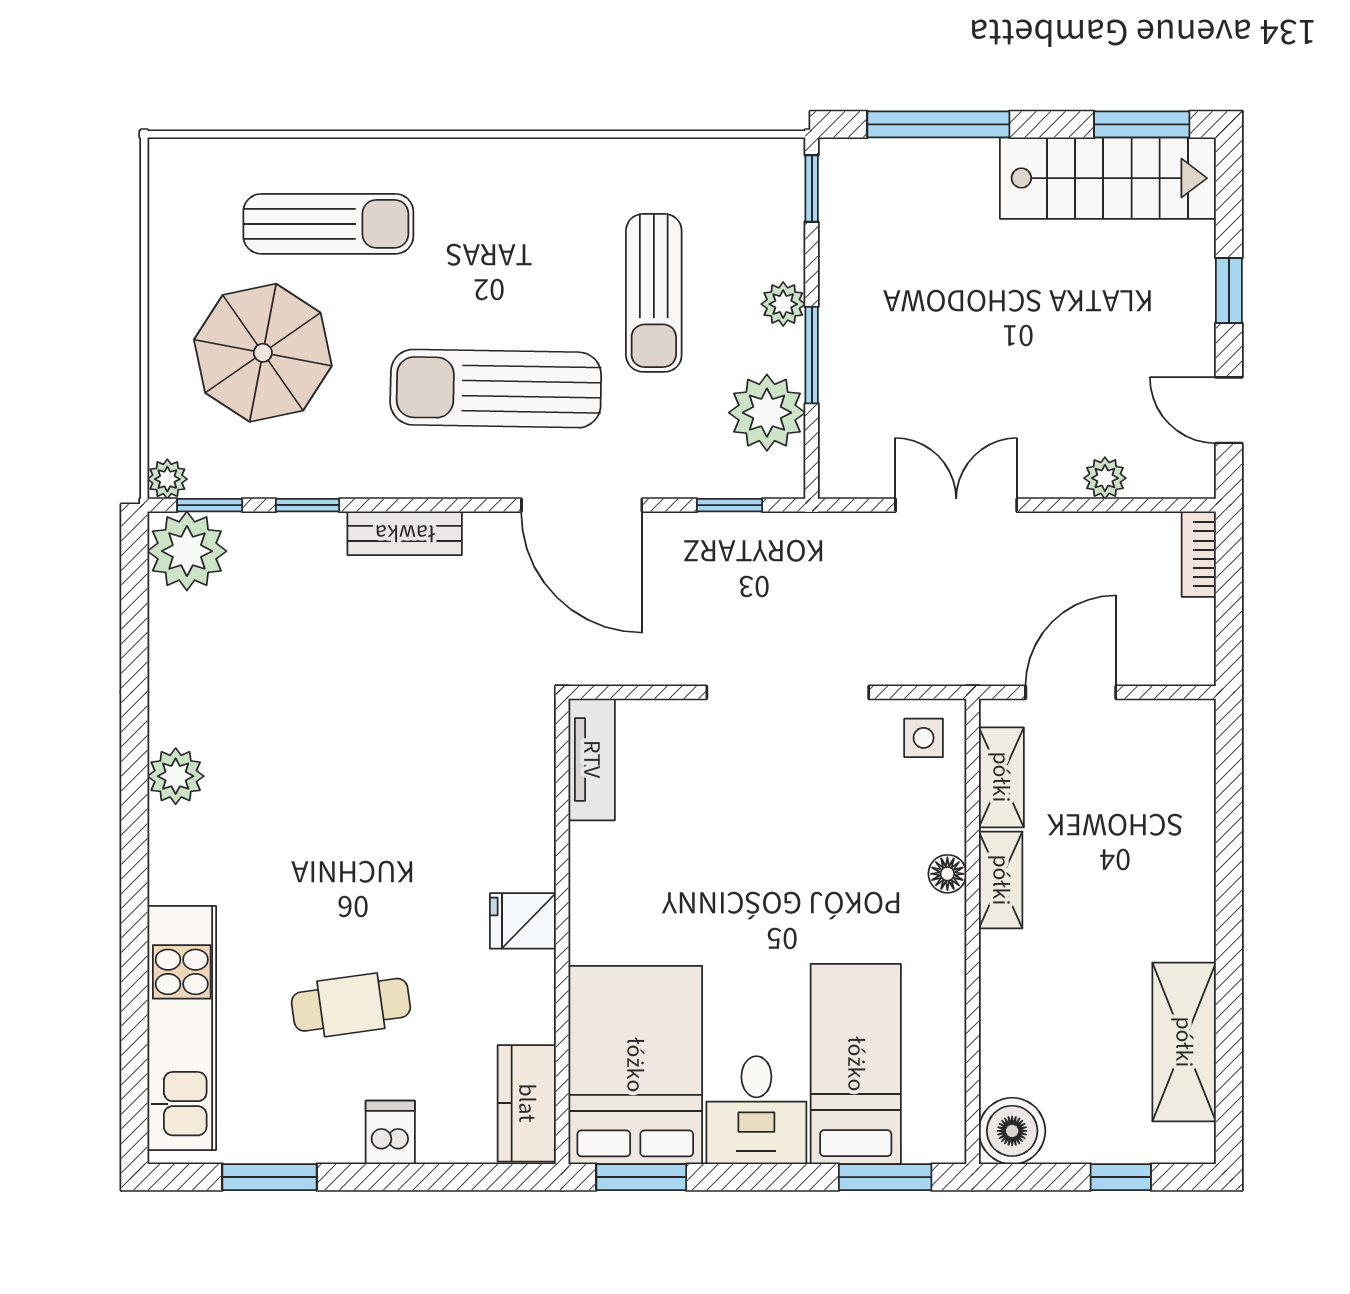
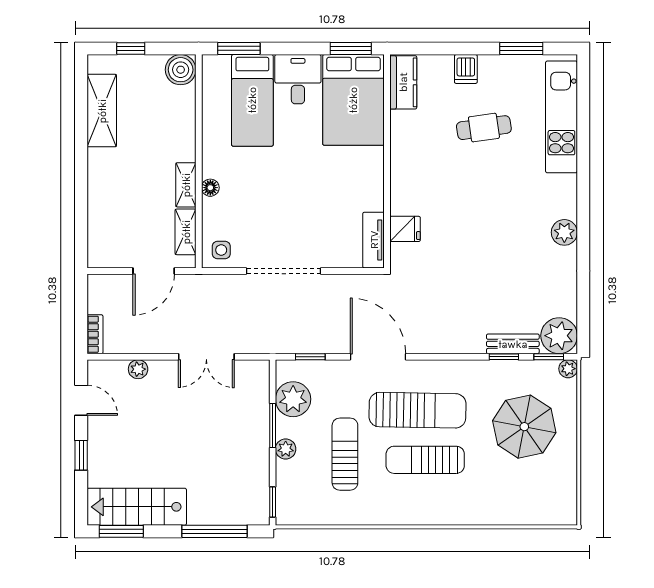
sun lounger: (328, 224) -> (425, 460), moved
bench: (405, 533) -> (513, 344), moved
fridge: (523, 921) -> (405, 229), moved

